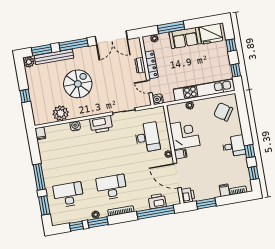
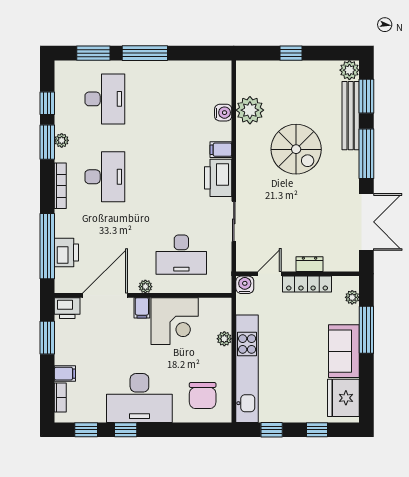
double door: (111, 38) -> (366, 222), swing flipped
chair: (223, 112) -> (203, 396), turned 146
water cooler: (75, 126) -> (223, 113), moved
filing cabinet: (40, 133) -> (221, 150), moved
desk: (234, 146) -> (139, 398), width x1.87, depth x1.30

